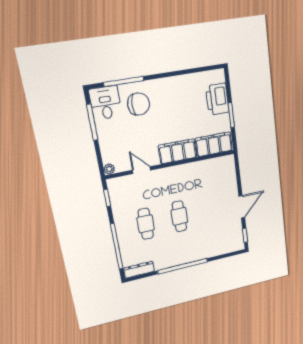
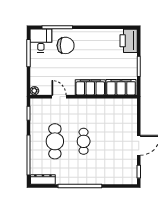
printer: (217, 99) -> (129, 41), moved
cafe table: (146, 224) -> (55, 141), width x1.37, depth x1.35

